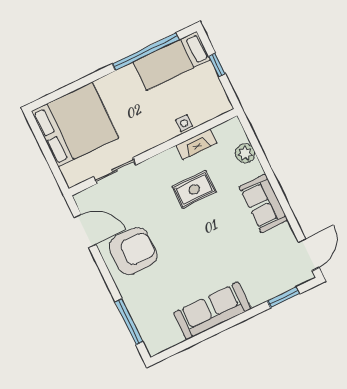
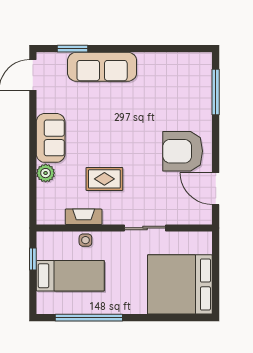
bed: (172, 61) -> (70, 276), moved
window: (217, 65) -> (33, 259), moved
plant: (245, 153) -> (46, 173), moved
sliding door: (115, 171) -> (145, 228), moved
sofa: (212, 311) -> (102, 67), moved

